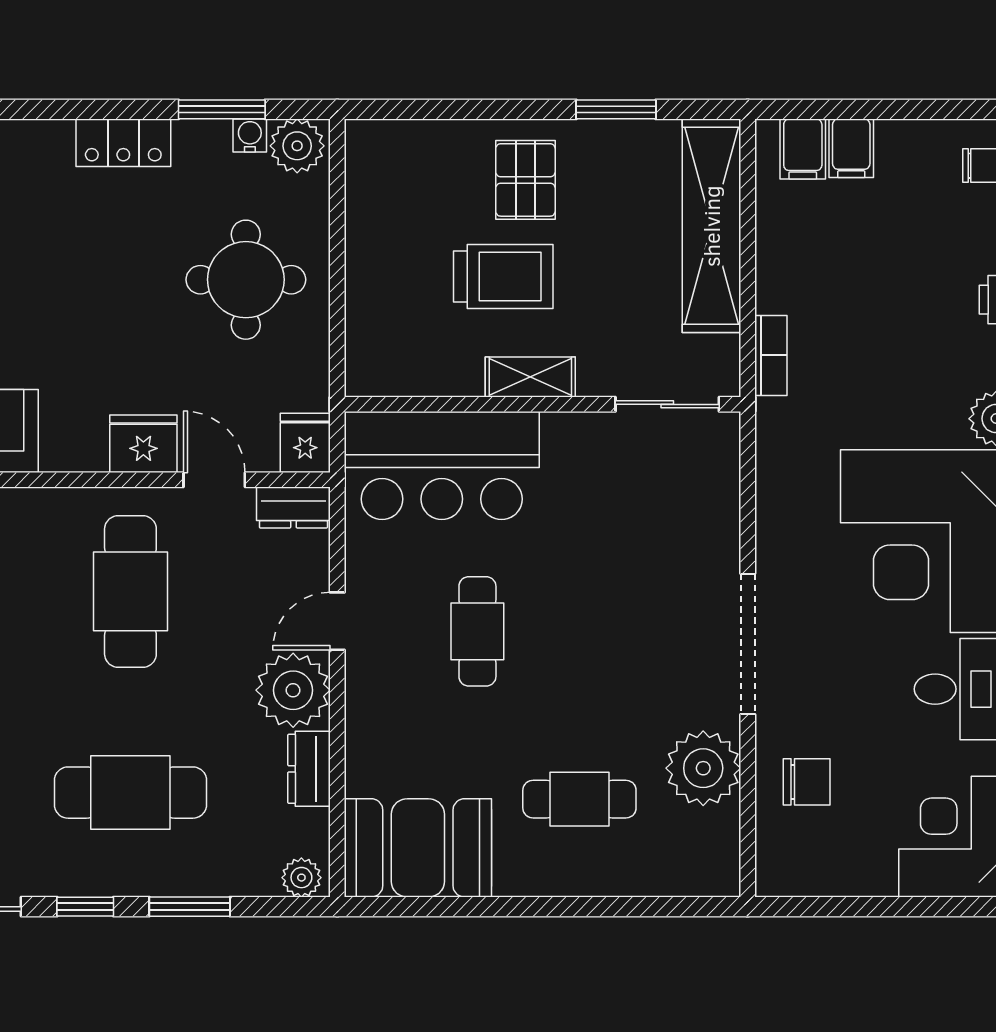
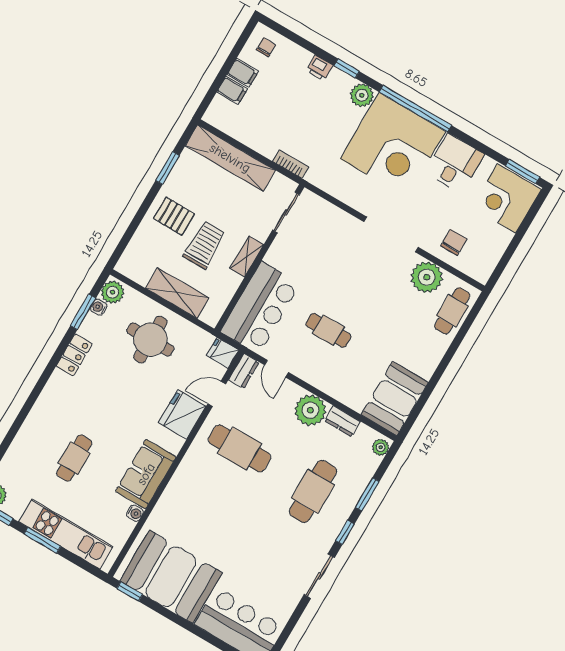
filing cabinet: (803, 149) -> (243, 73), moved
shelving: (373, 279) -> (177, 293), added
fridge: (143, 444) -> (182, 414), width x1.36, depth x1.34
door: (337, 621) -> (276, 369), moved
cafe table: (579, 799) -> (452, 311), moved

